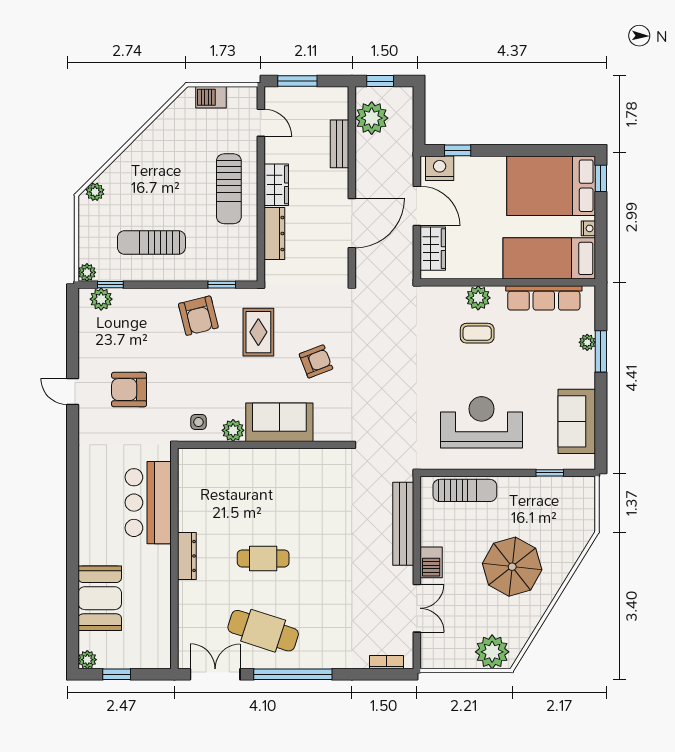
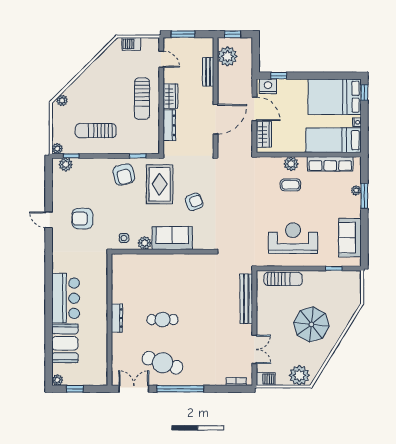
rug: (258, 332) -> (160, 184), width x1.36, depth x1.43
bar counter: (148, 503) -> (66, 298), moved, turned 180
barbecue: (431, 562) -> (266, 379), moved, turned -90

